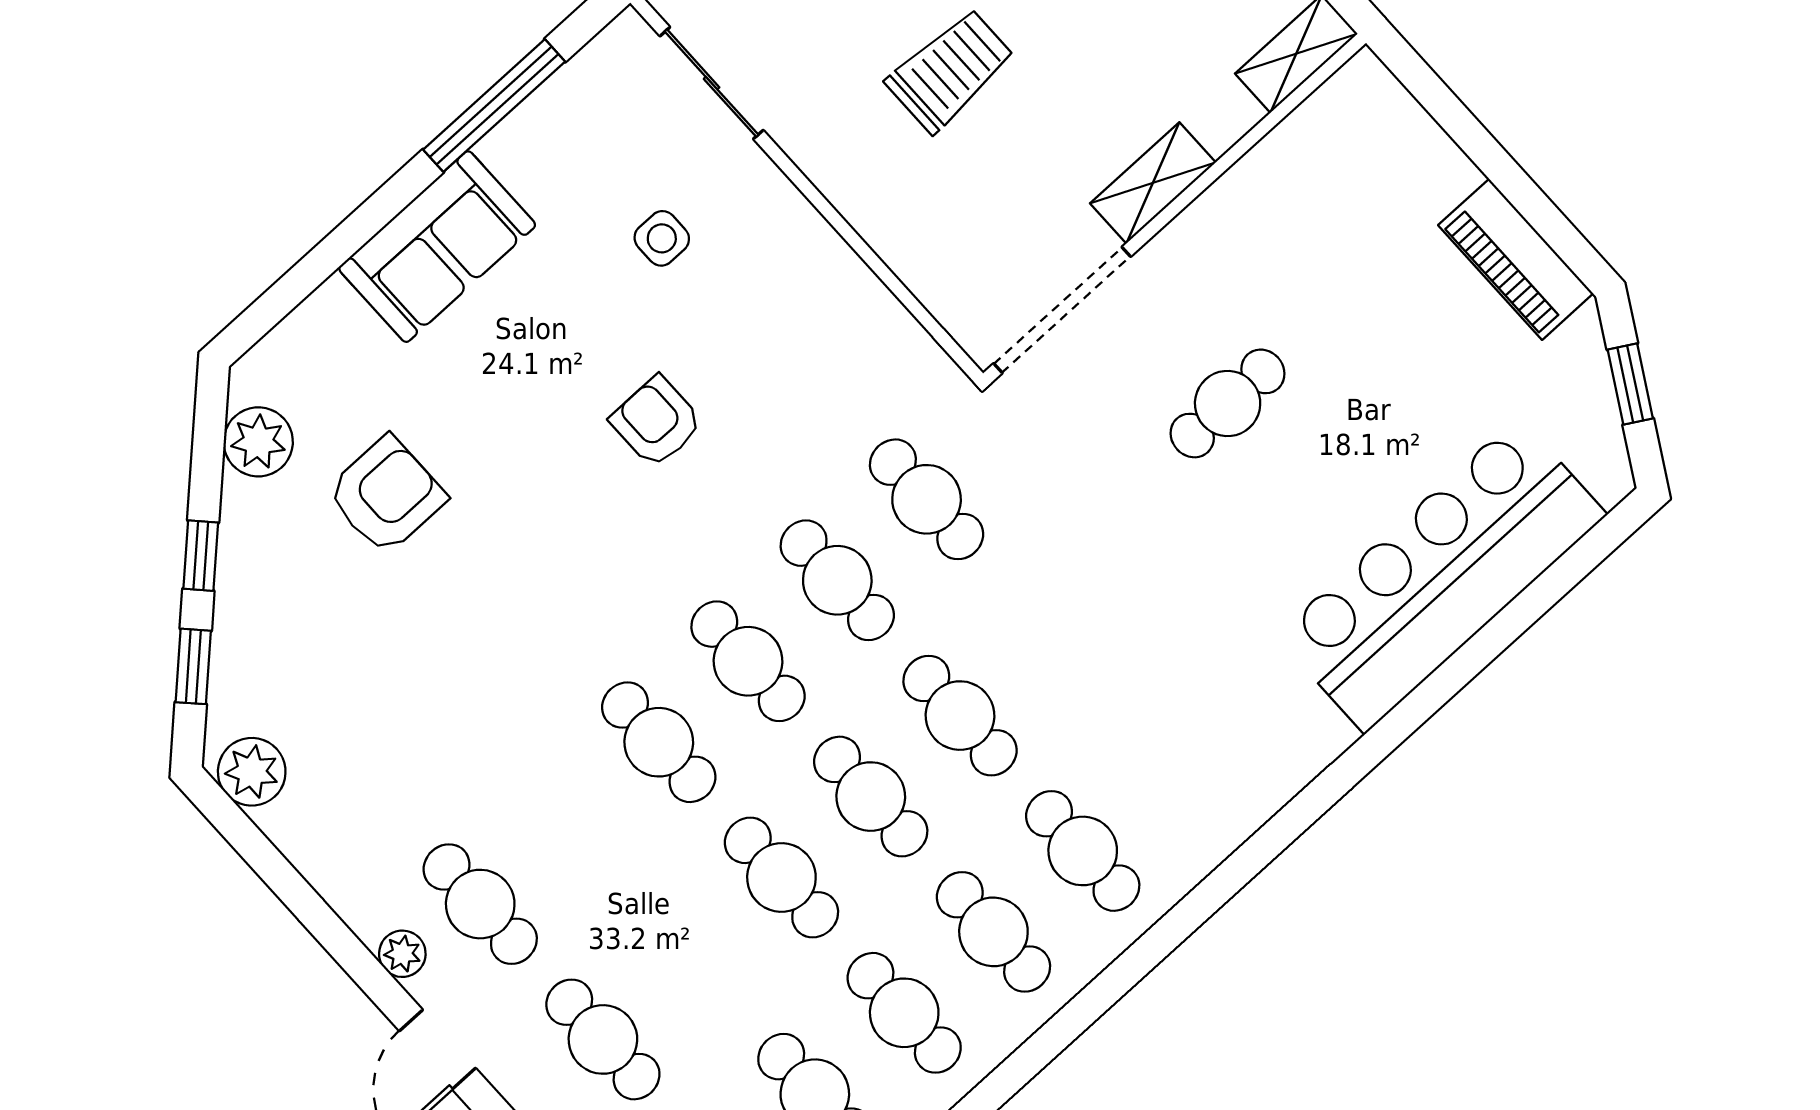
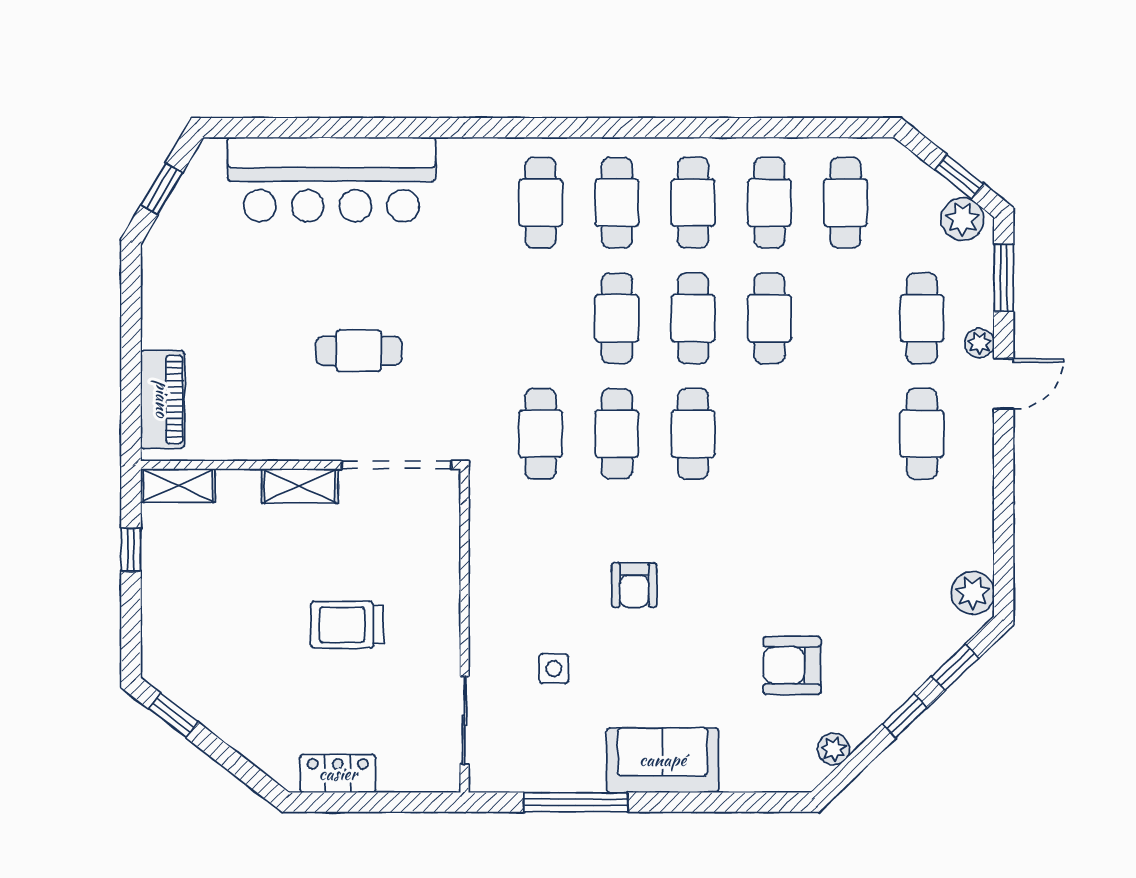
piano: (1516, 259) -> (162, 399), moved
plant: (258, 442) -> (834, 749), width x0.73, depth x0.73
cafe table: (659, 742) -> (541, 203), moved
plant: (402, 954) -> (979, 343), moved

